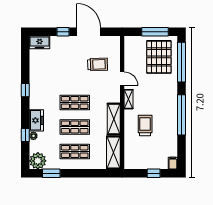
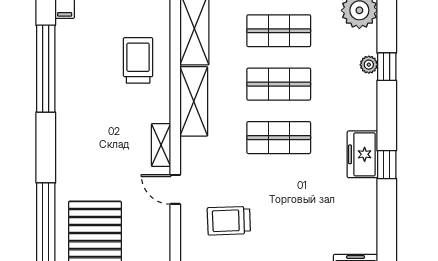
window: (181, 115) -> (46, 69), moved
freezer: (36, 120) -> (362, 154), moved
trolley: (145, 125) -> (138, 60), moved, turned 180

